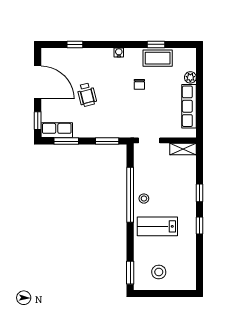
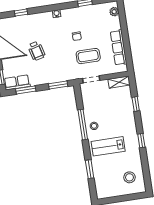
coffee table: (158, 58) -> (88, 56), moved
plant: (190, 77) -> (114, 12), moved
window: (200, 193) -> (136, 104), moved
window: (130, 195) -> (83, 125), width x0.68
stool: (159, 272) -> (130, 177), moved
window: (130, 273) -> (90, 169), moved

